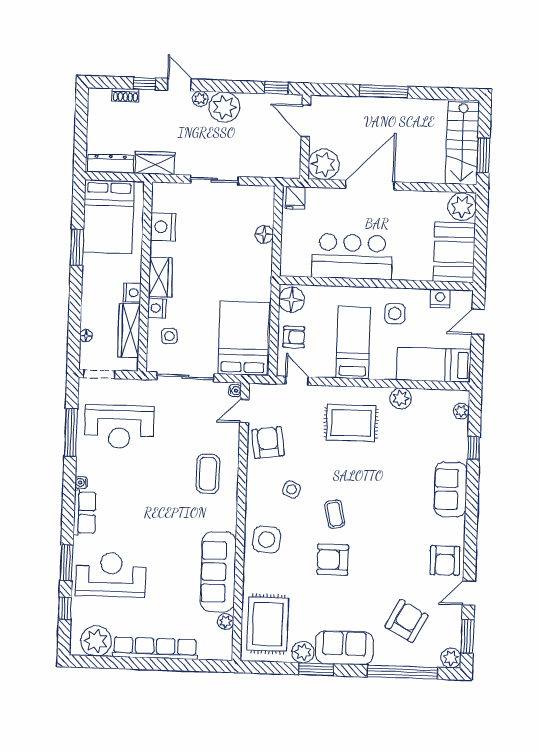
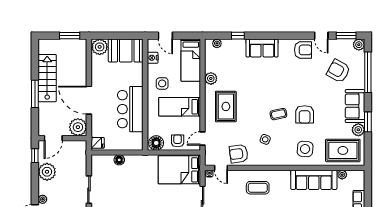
plant: (224, 107) -> (47, 172), moved
stairs: (462, 143) -> (47, 78), moved, turned -90
side table: (267, 539) -> (305, 149), moved

